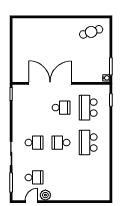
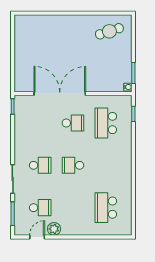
school desk: (88, 143) -> (106, 208), moved

